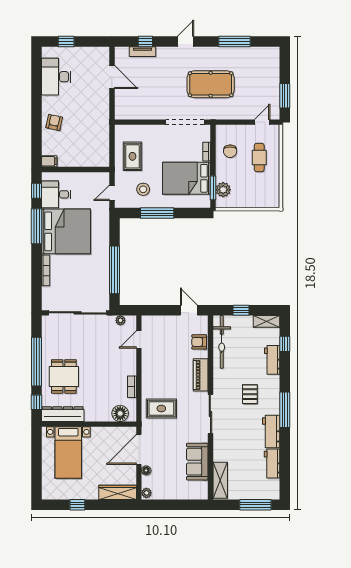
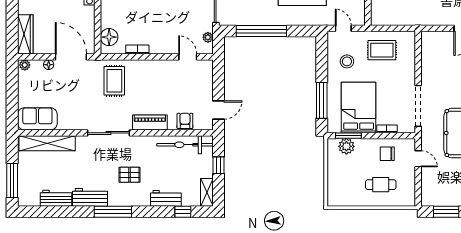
door: (262, 122) -> (418, 159), moved
window: (157, 213) -> (322, 100), moved
sofa: (197, 462) -> (37, 119), moved
shelving: (220, 480) -> (47, 143), width x1.47

